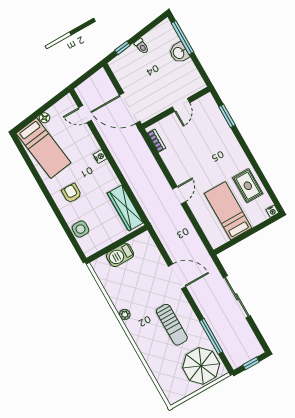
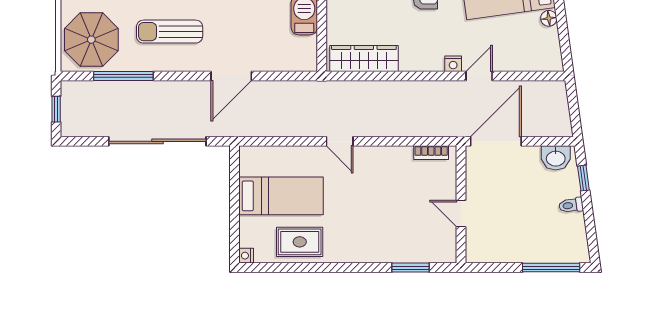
washbasin: (179, 53) -> (556, 158), moved, turned 180
door: (85, 114) -> (479, 76), moved
sliding door: (237, 297) -> (157, 141), width x1.36

